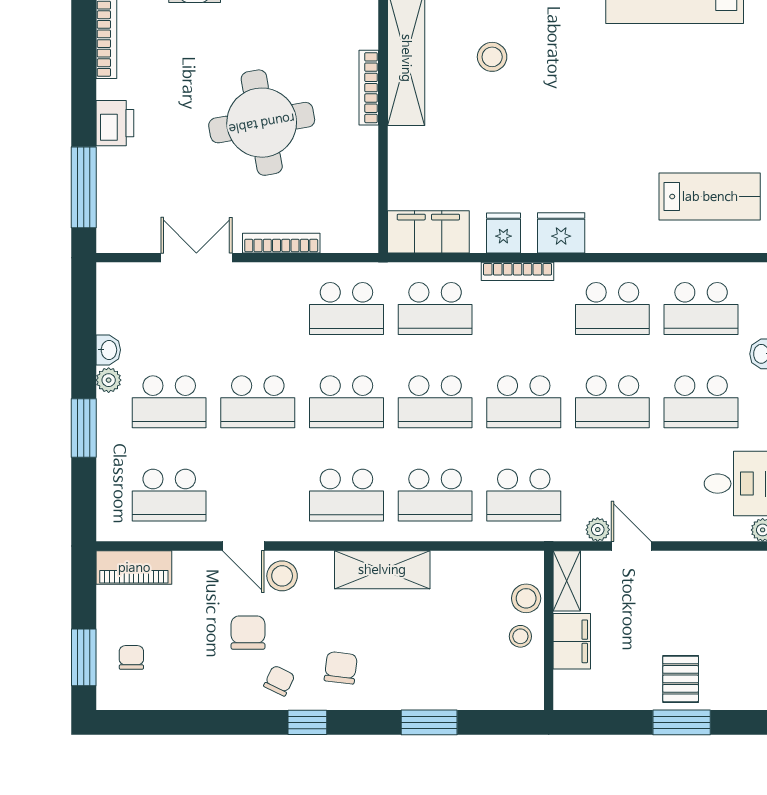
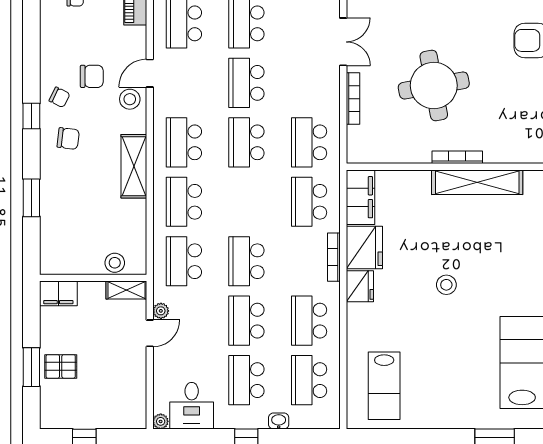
stool: (492, 57) -> (446, 285), moved
fridge: (503, 233) -> (364, 248), width x1.88, depth x1.34
school desk: (435, 402) -> (246, 202), removed
stool: (520, 636) -> (89, 259), removed
filing cabinet: (572, 641) -> (58, 293), moved

